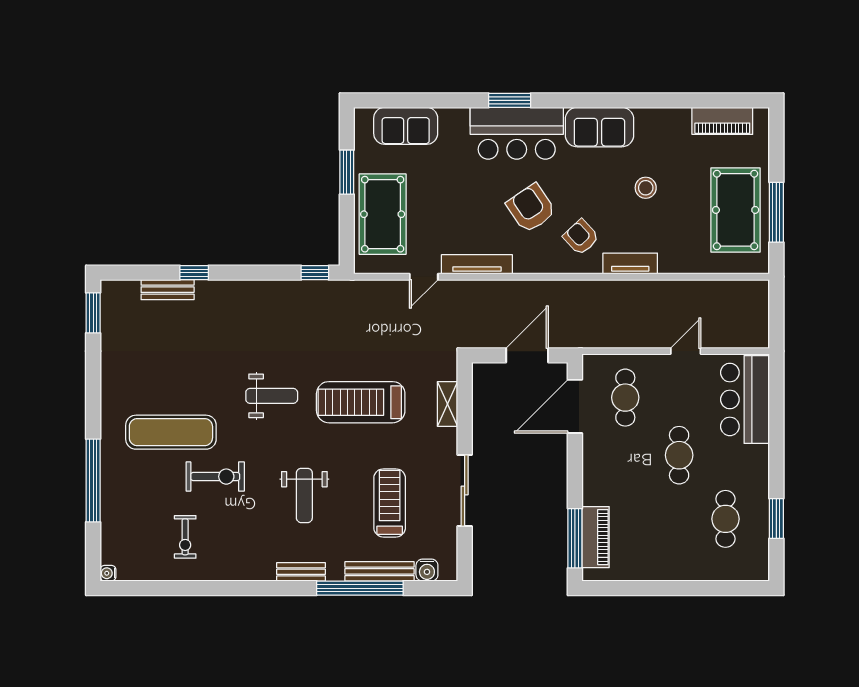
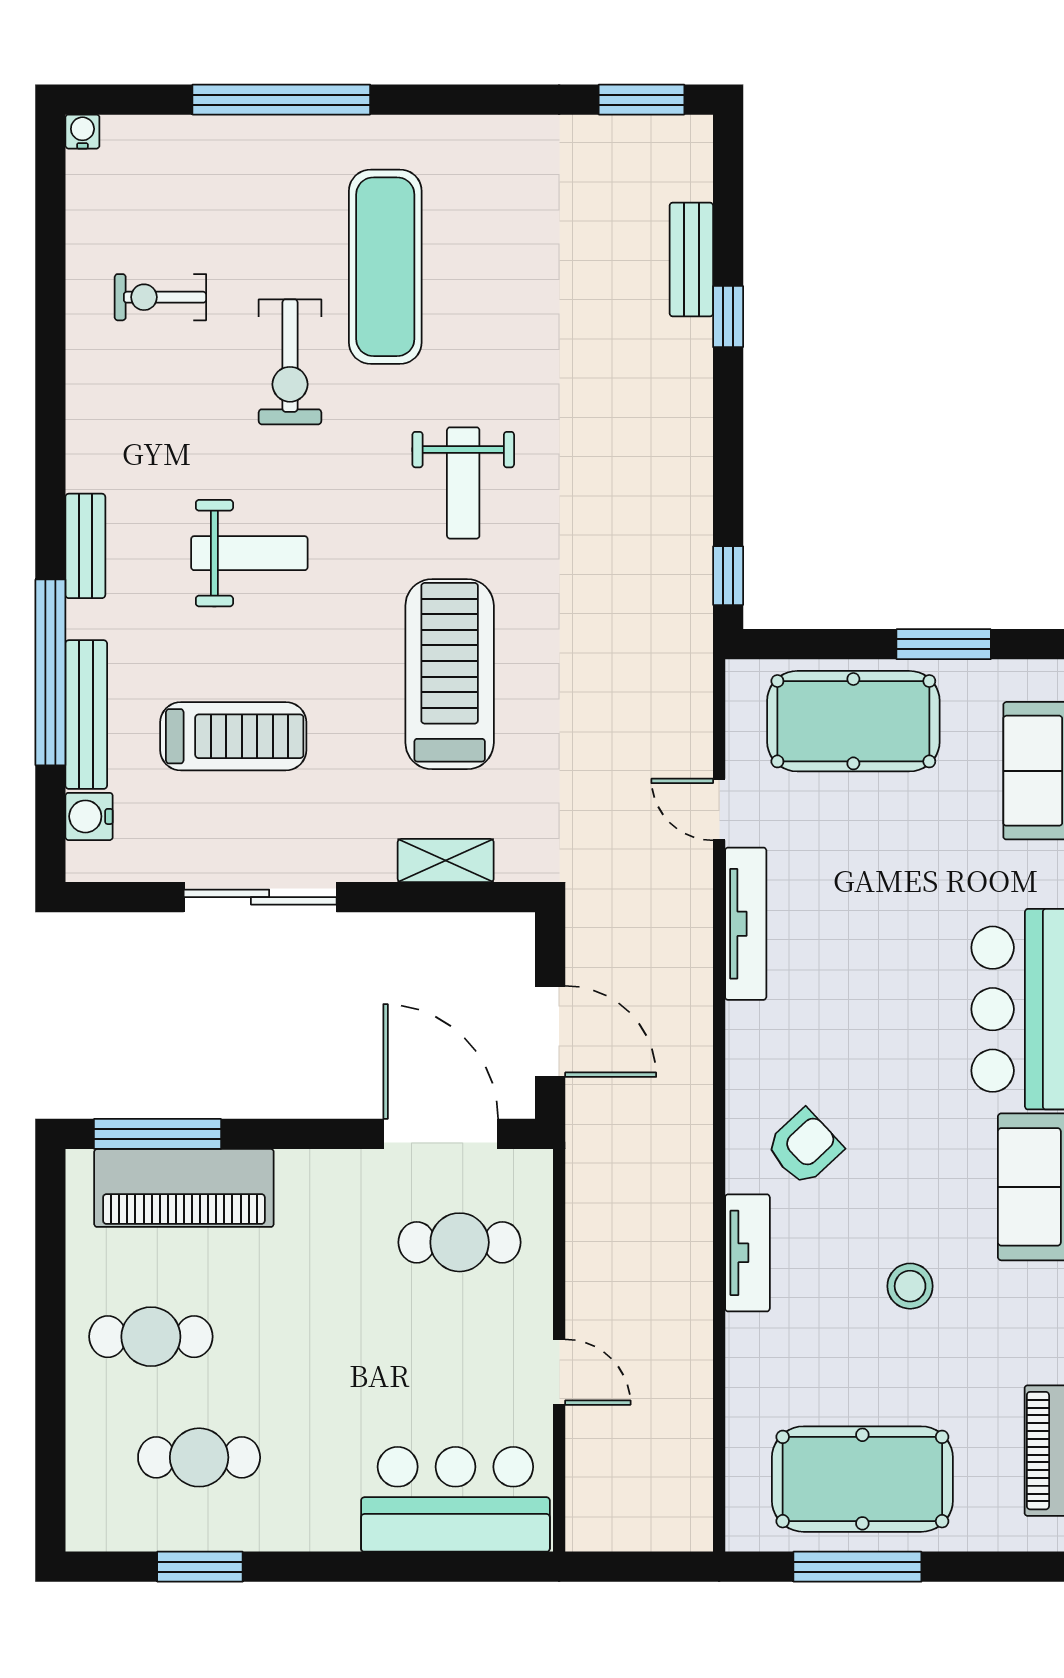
armchair: (531, 208) -> (866, 1040), removed
cafe table: (679, 455) -> (151, 1337), moved
weight bench: (304, 495) -> (249, 553), turned 180
piano: (596, 537) -> (184, 1188), width x1.37, depth x1.33

